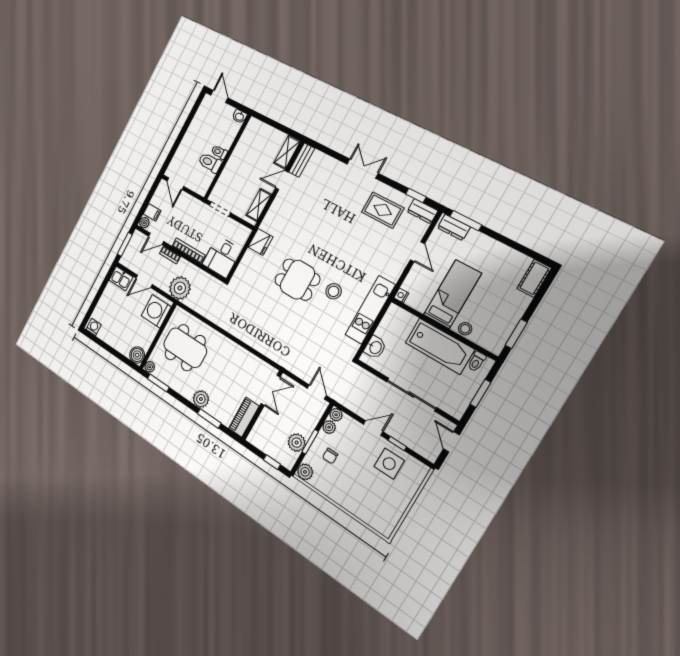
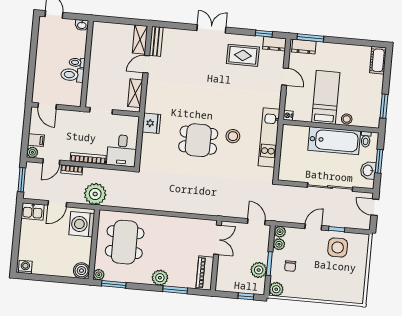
washbasin: (375, 347) -> (368, 170), moved, turned 180
dining table: (185, 348) -> (125, 242), turned 90

